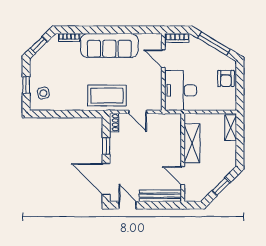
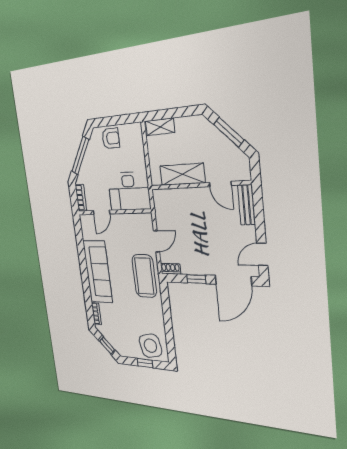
side table: (43, 93) -> (150, 346), width x1.87, depth x1.87
door: (183, 176) -> (220, 184), hinge flipped
window: (221, 187) -> (229, 132), width x1.50
bench: (160, 196) -> (246, 205), width x0.73

